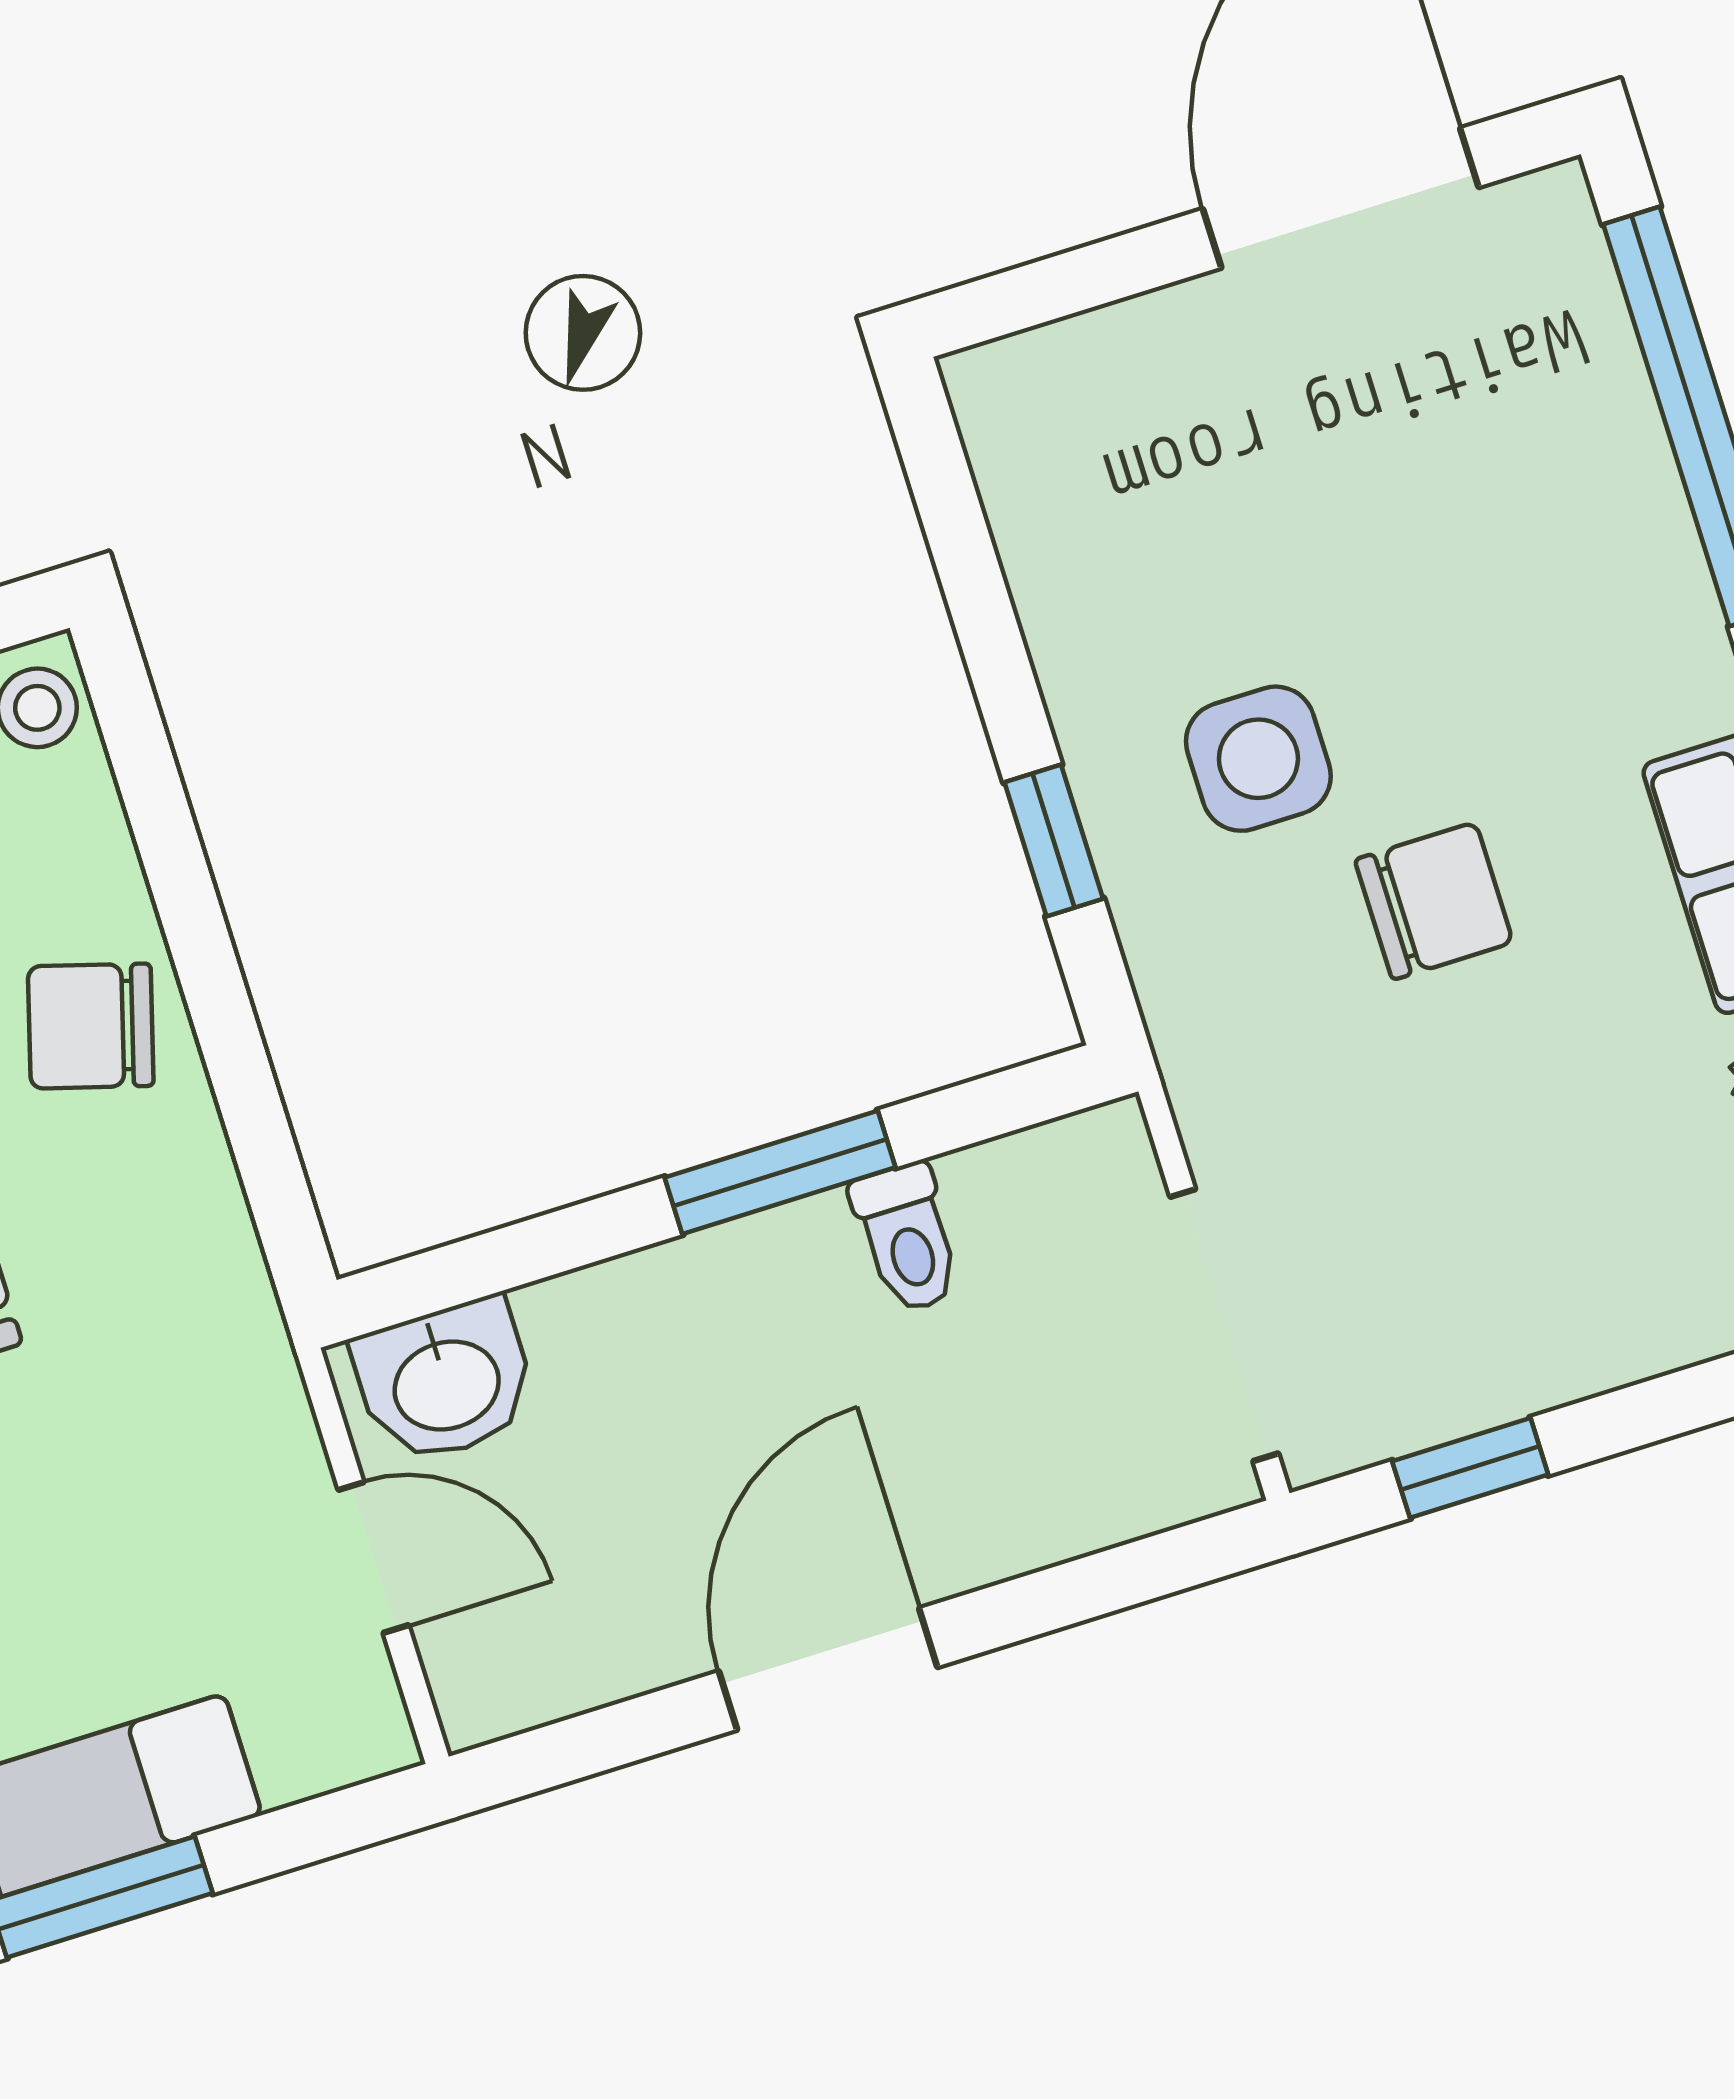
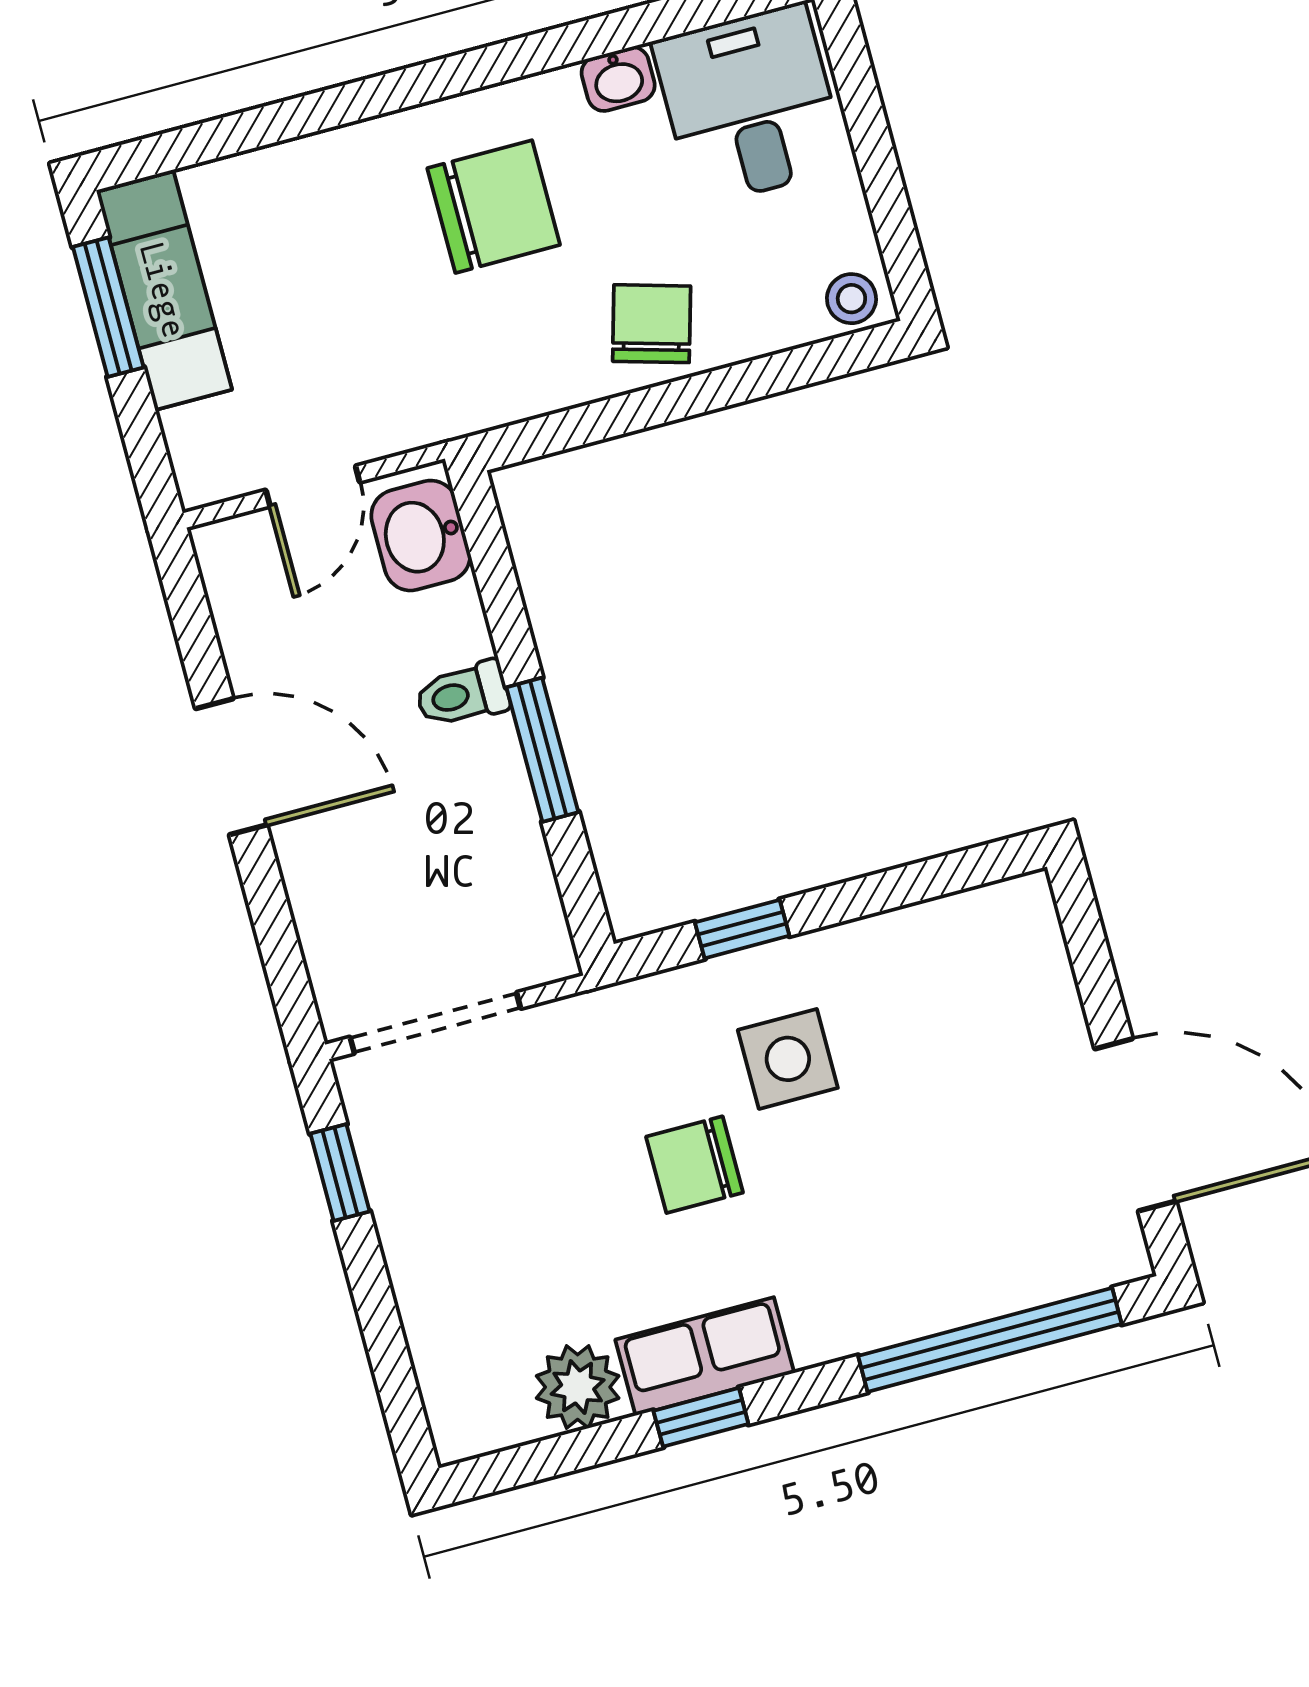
chair: (1434, 901) -> (695, 1165), turned 90
toilet: (907, 1238) -> (463, 694), moved

